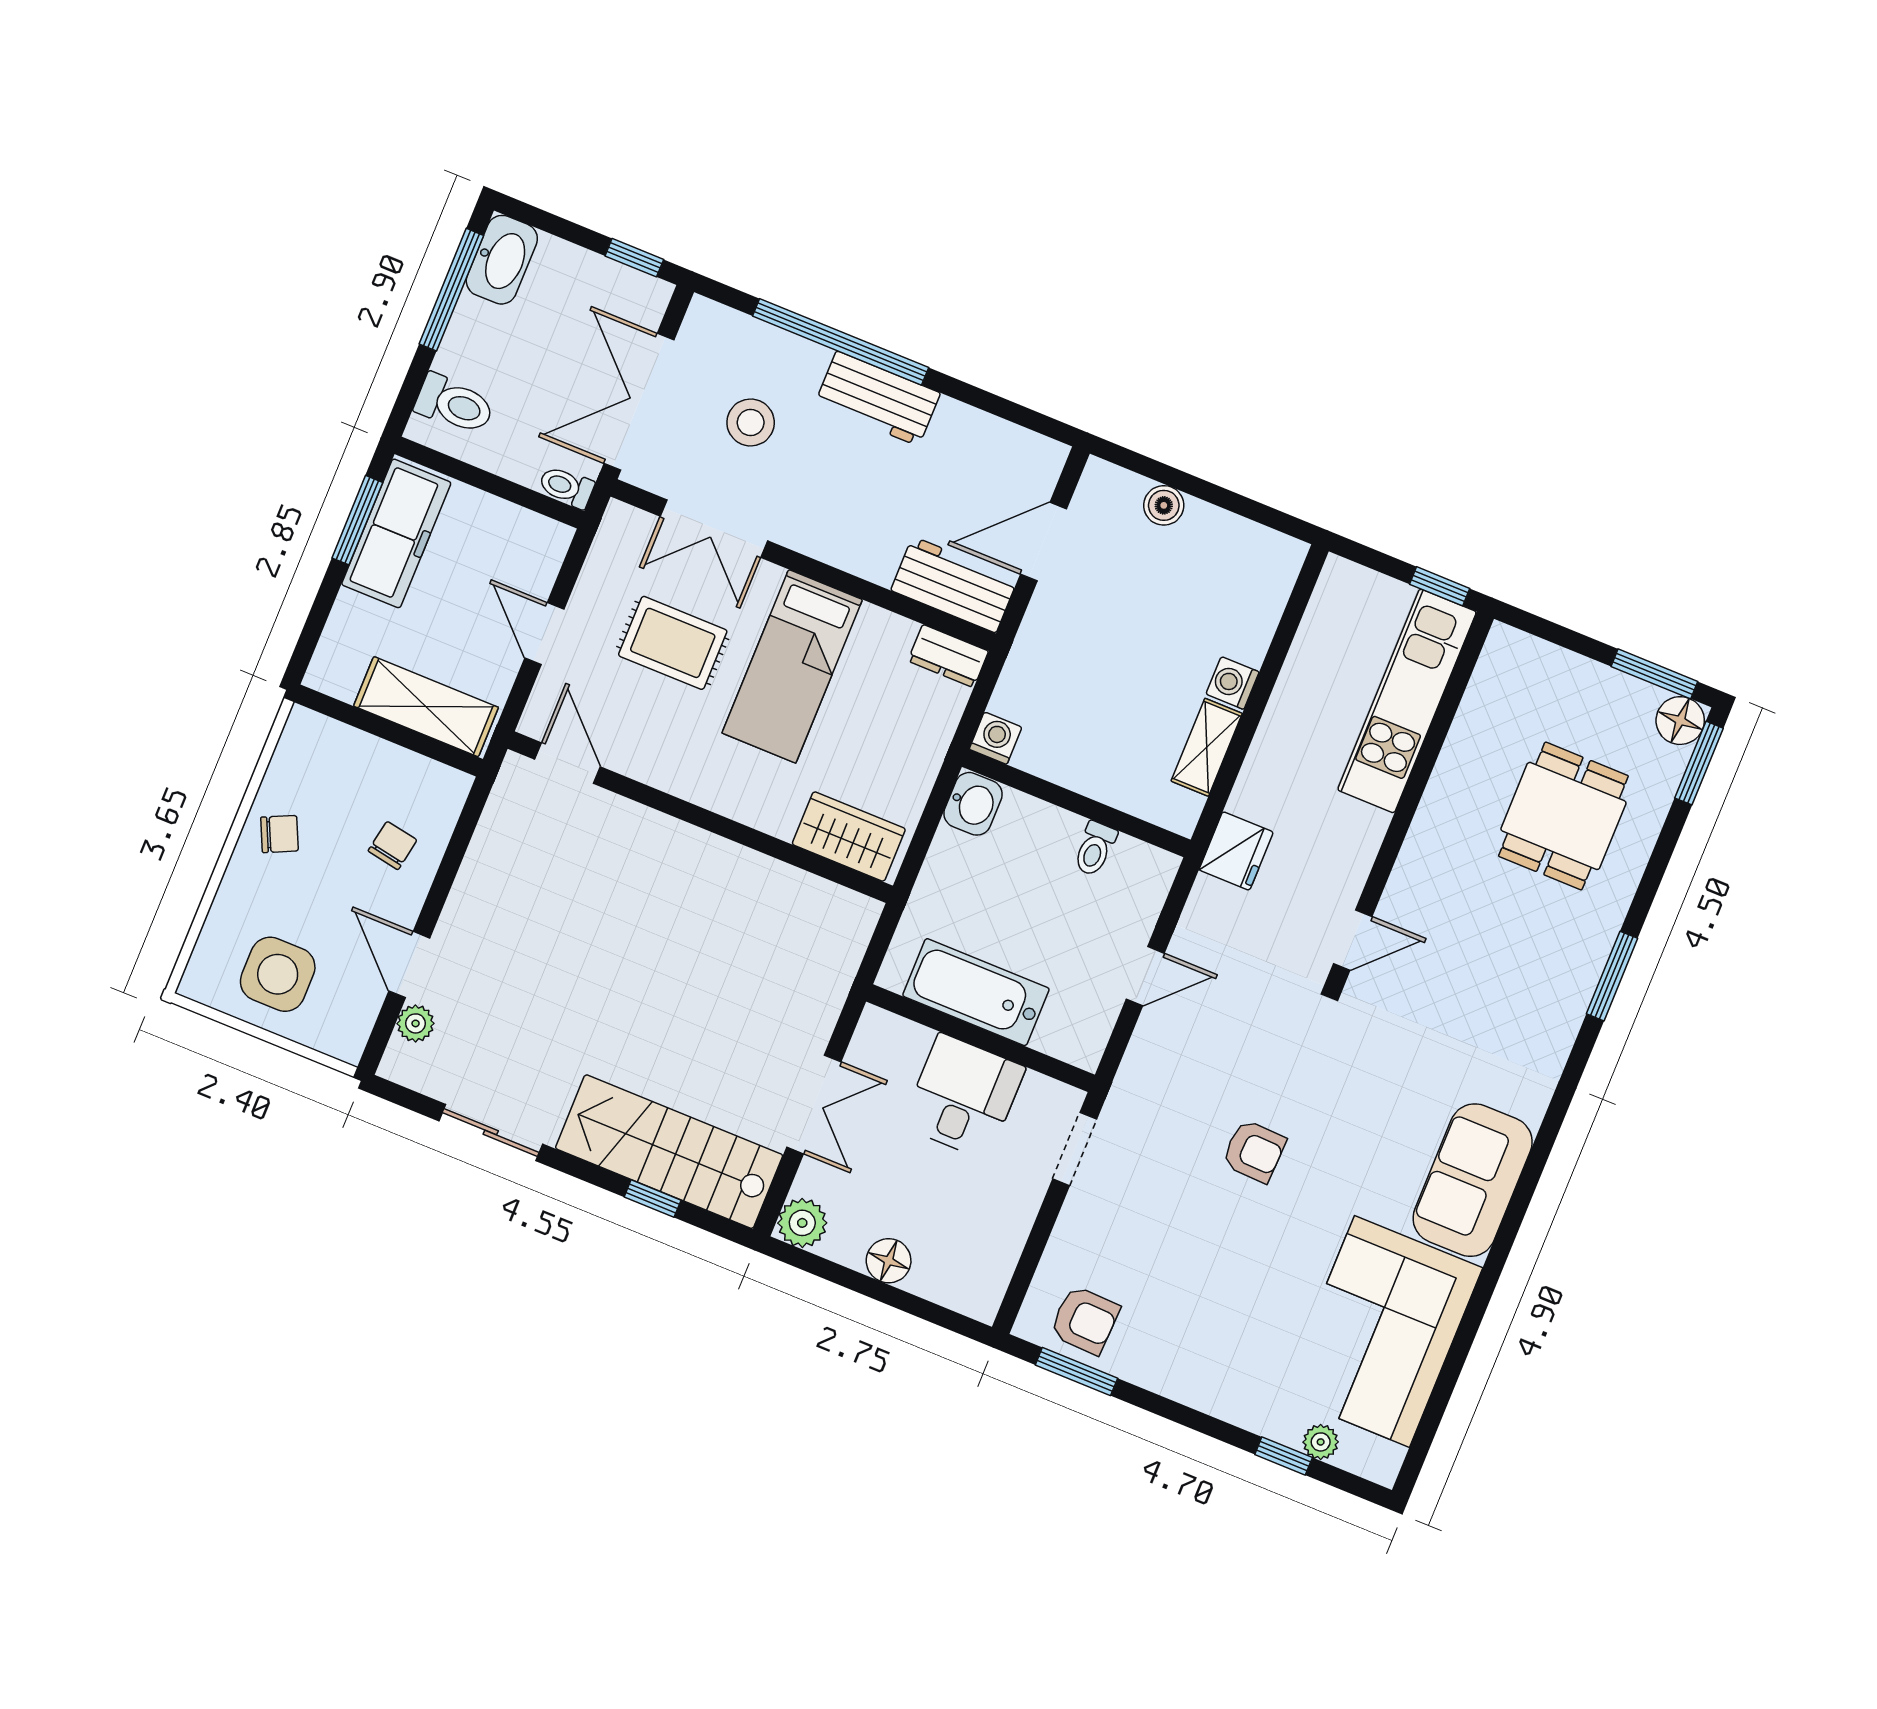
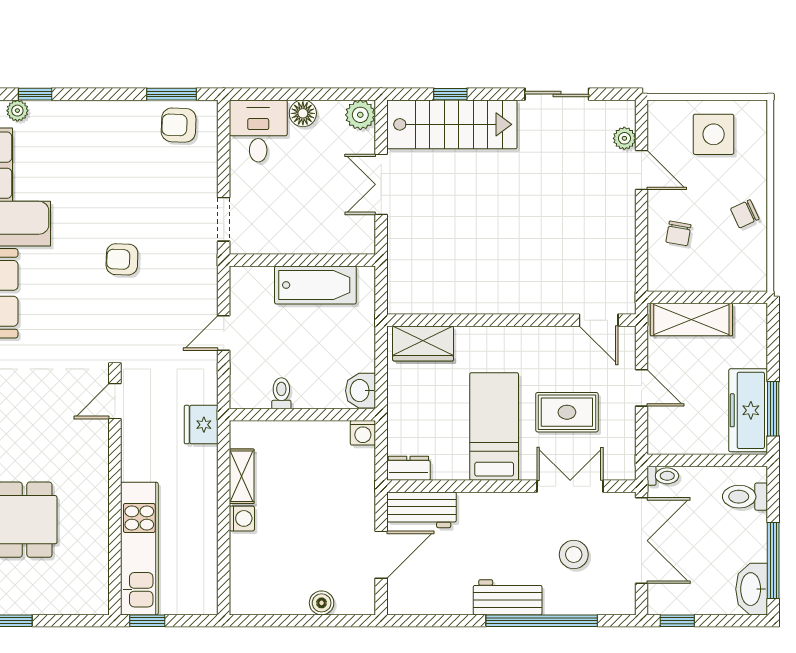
desk: (963, 1097) -> (258, 131), moved, turned 180

